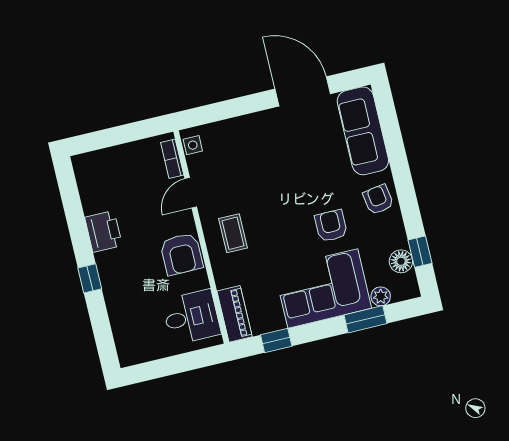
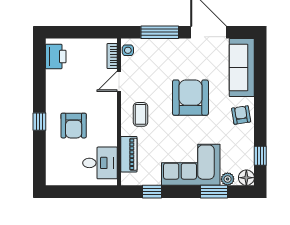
window: (232, 108) -> (160, 32), added
armchair: (331, 226) -> (190, 98), moved, width x1.88, depth x1.88
printer: (103, 231) -> (56, 56), moved
armchair: (181, 254) -> (74, 126), moved
floor lamp: (401, 261) -> (246, 178), moved
piano: (235, 314) -> (129, 154), moved

